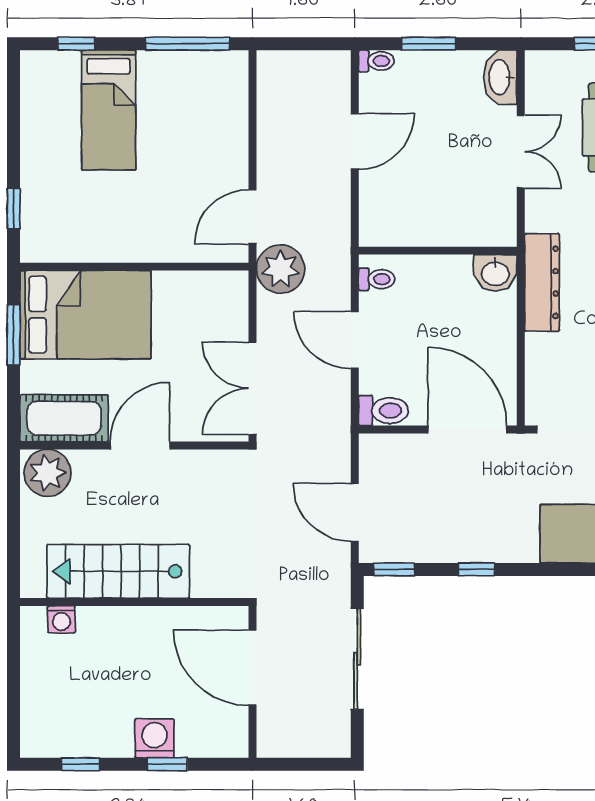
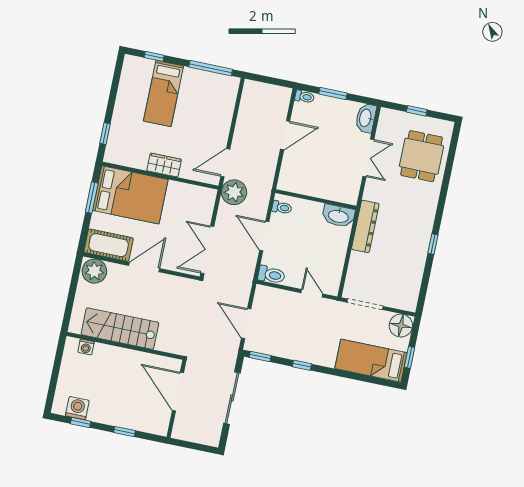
wardrobe: (138, 245) -> (164, 165), added
washbasin: (495, 273) -> (338, 216), width x1.38
door: (467, 430) -> (312, 293), width x0.53
washing machine: (154, 738) -> (77, 408), moved

